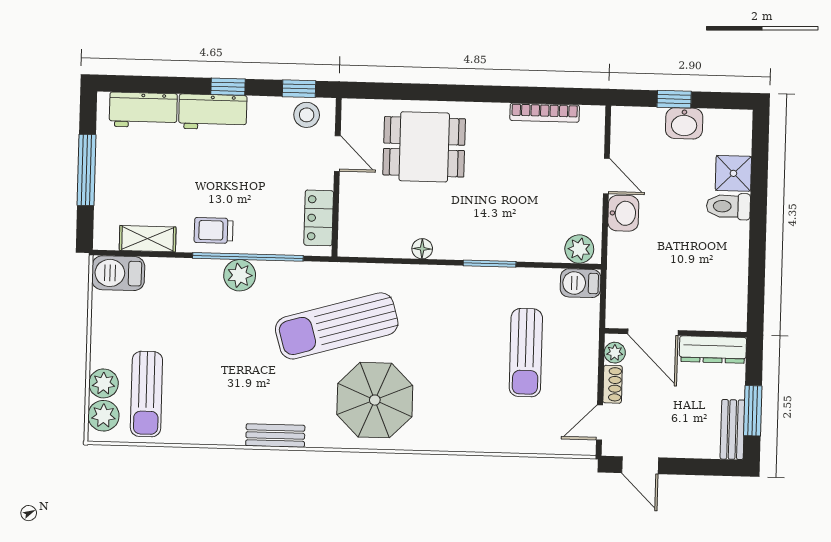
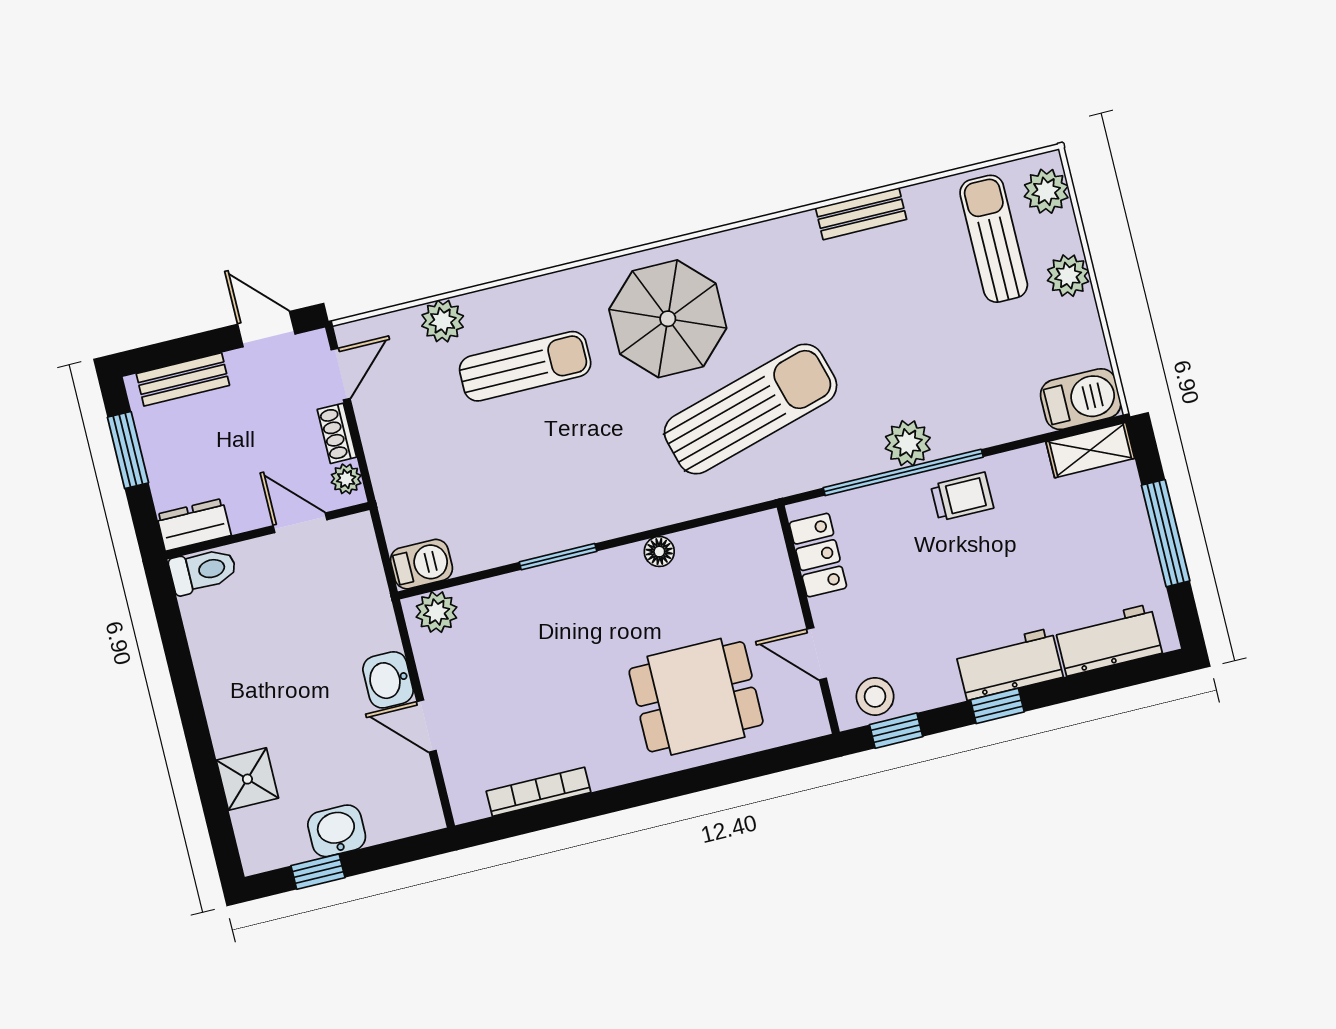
window: (674, 99) -> (318, 872), moved
toilet: (728, 206) -> (203, 571), moved
shelving: (148, 239) -> (1090, 450), moved
door: (653, 332) -> (300, 523), width x0.73
dresser: (713, 350) -> (194, 525), width x0.70
sun lounger: (526, 353) -> (525, 366), moved, turned 90
plant: (104, 383) -> (1068, 276), moved
bench: (732, 430) -> (183, 379), moved, turned 90
bench: (275, 436) -> (861, 214), moved
plant: (523, 439) -> (443, 321), added

